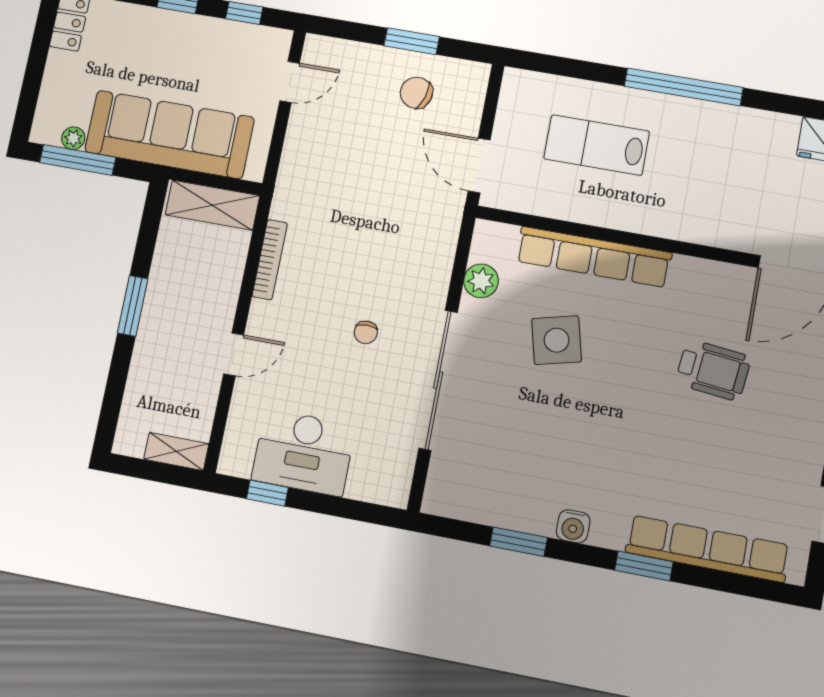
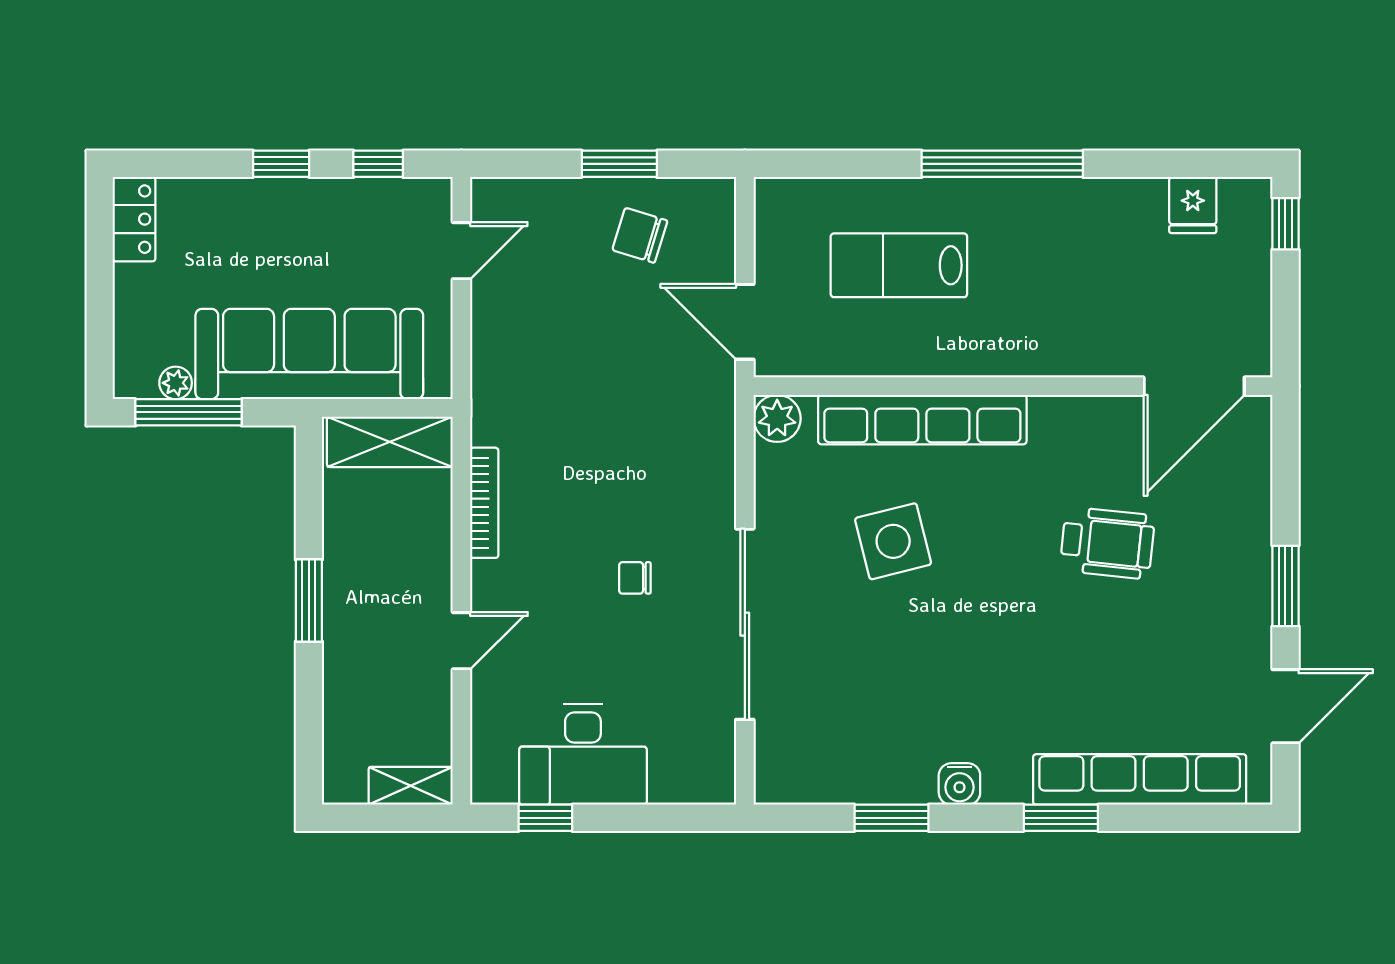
plant: (481, 281) -> (777, 418), moved
chair: (366, 332) -> (635, 578), turned 90

